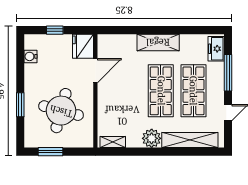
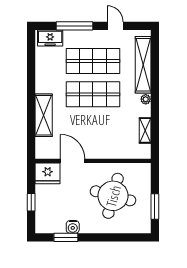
shelving: (158, 42) -> (44, 115), moved
water cooler: (30, 56) -> (73, 227), moved
window: (20, 105) -> (66, 237), moved
plant: (152, 138) -> (146, 99), width x0.53, depth x0.53
shelving: (113, 142) -> (145, 130), moved

